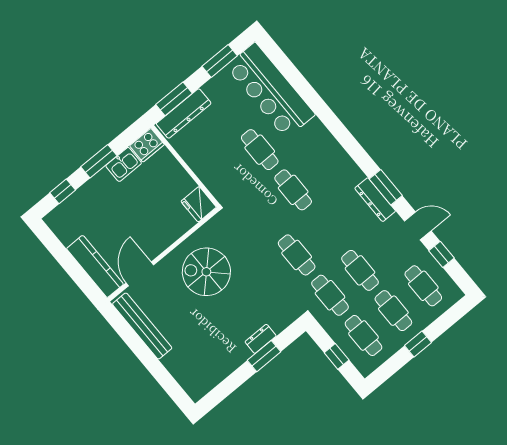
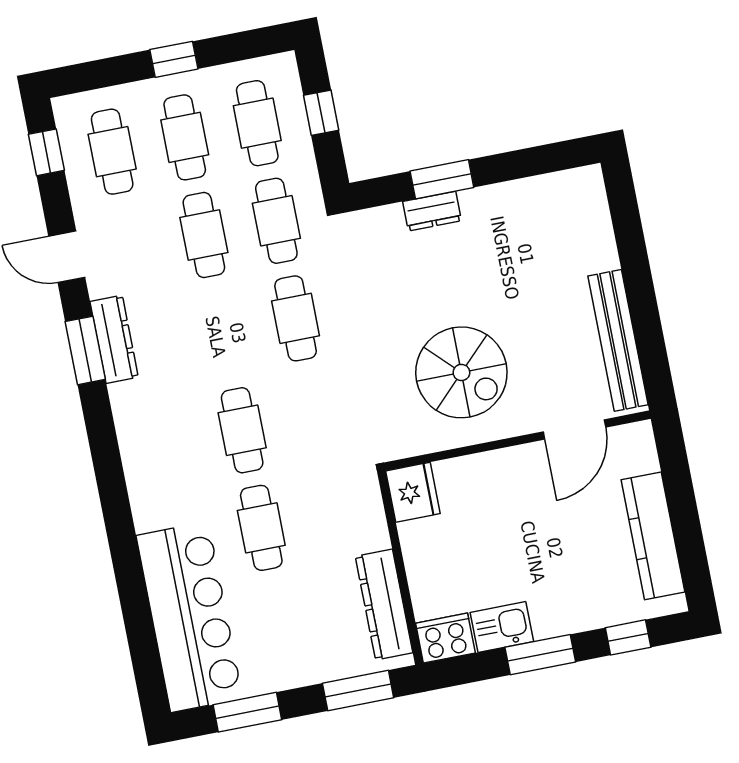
dresser: (184, 113) -> (384, 605), moved, turned -90
window: (441, 254) -> (46, 152), moved
kitchen counter: (95, 266) -> (653, 536), moved

